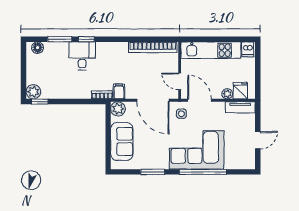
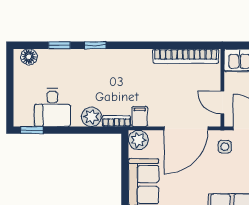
window: (60, 39) -> (59, 45), width x0.67
desk: (82, 56) -> (52, 107), moved, turned 180
plant: (33, 92) -> (91, 117), moved
door: (153, 100) -> (186, 128), hinge flipped

